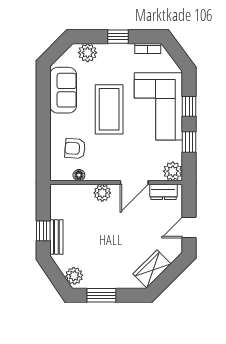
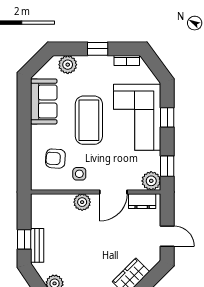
window: (189, 142) -> (167, 166), moved
side table: (99, 164) -> (79, 174), added
floor lamp: (79, 175) -> (59, 185), removed
door: (189, 227) -> (167, 236), swing flipped

